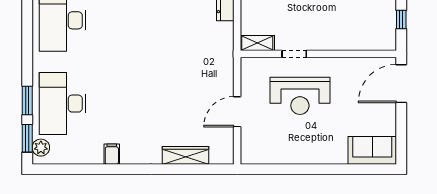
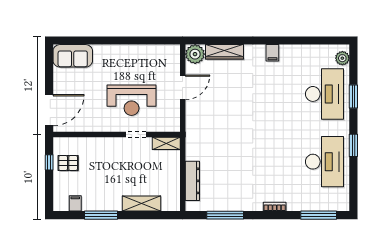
pallet: (378, 19) -> (68, 163), added
reception desk: (300, 96) -> (132, 100), turned 180
window: (27, 138) -> (353, 145), moved
plant: (222, 152) -> (195, 54), added
filing cabinet: (112, 154) -> (272, 53), moved

